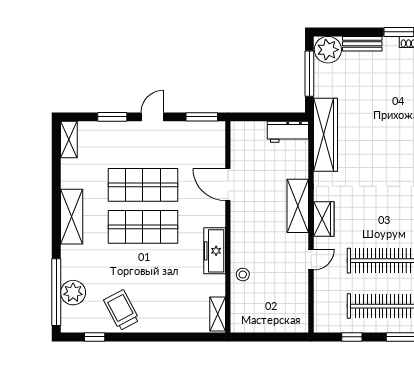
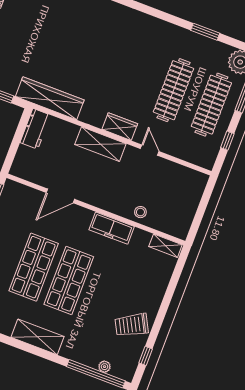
plant: (73, 293) -> (105, 367), width x0.53, depth x0.53

